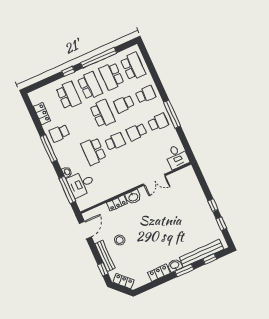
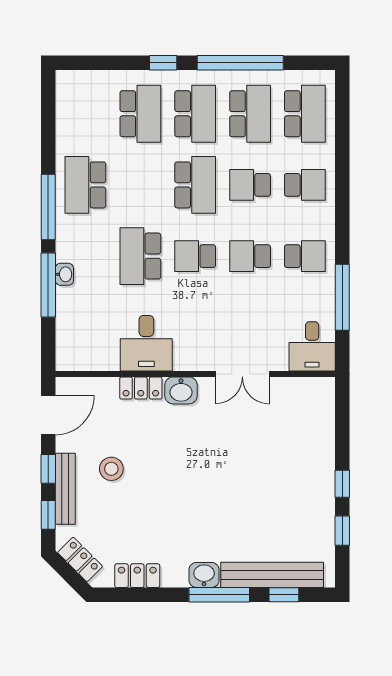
school desk: (111, 76) -> (250, 114), turned 180
locker: (42, 114) -> (67, 127), removed
window: (172, 114) -> (342, 297), moved
school desk: (59, 133) -> (85, 185), width x1.85
school desk: (115, 142) -> (195, 256), turned 180
desk: (81, 184) -> (146, 343), moved, turned -90
window: (67, 190) -> (48, 285), moved
window: (95, 251) -> (48, 469), added
window: (184, 270) -> (219, 595), width x1.44
locker: (159, 273) -> (137, 576), moved

